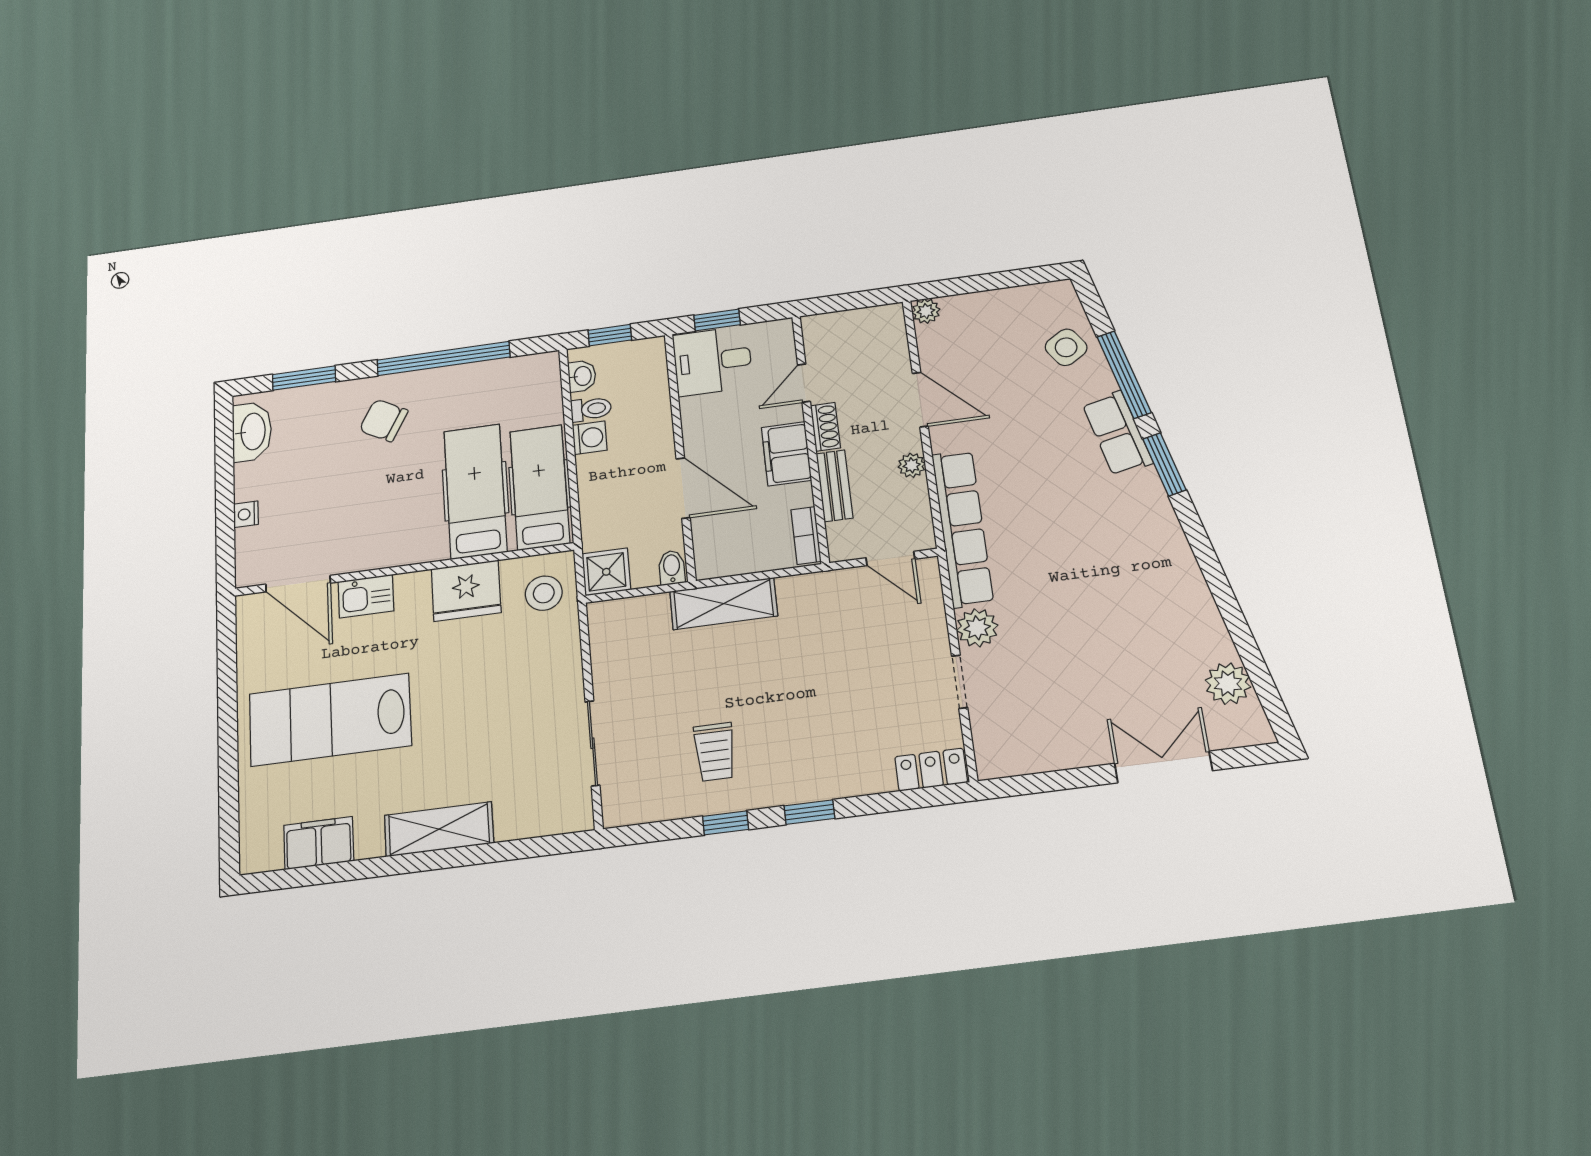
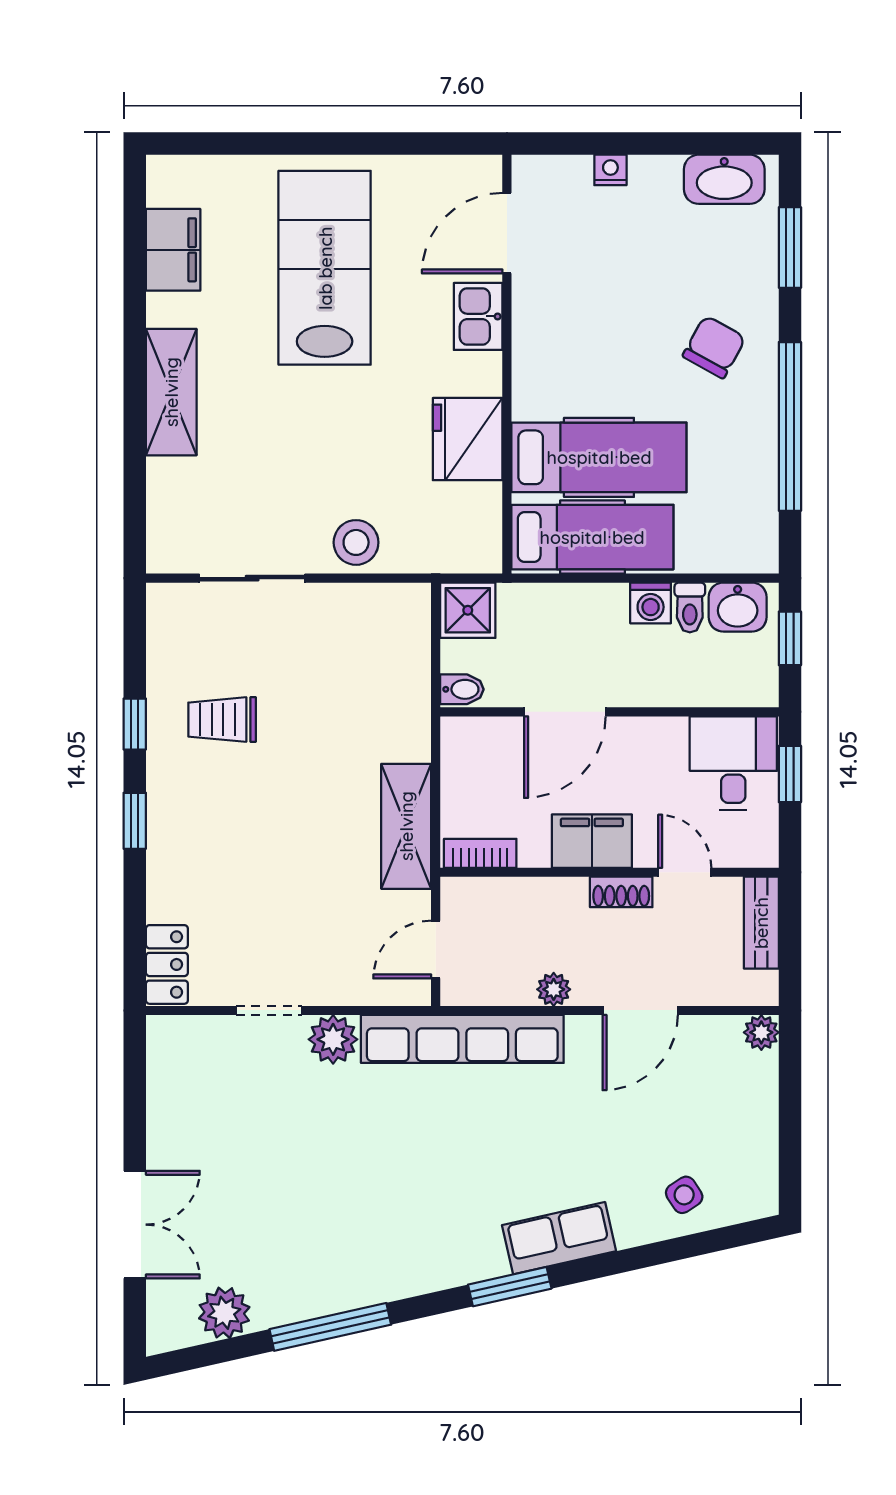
side table: (1066, 347) -> (684, 1195), width x0.73, depth x0.73
window: (1124, 375) -> (330, 1327), moved
washbasin: (582, 376) -> (738, 607), width x1.38, depth x1.45
bench: (834, 486) -> (761, 923), moved, turned 90
stool: (544, 593) -> (356, 542), moved
shelving: (724, 604) -> (406, 826), moved

